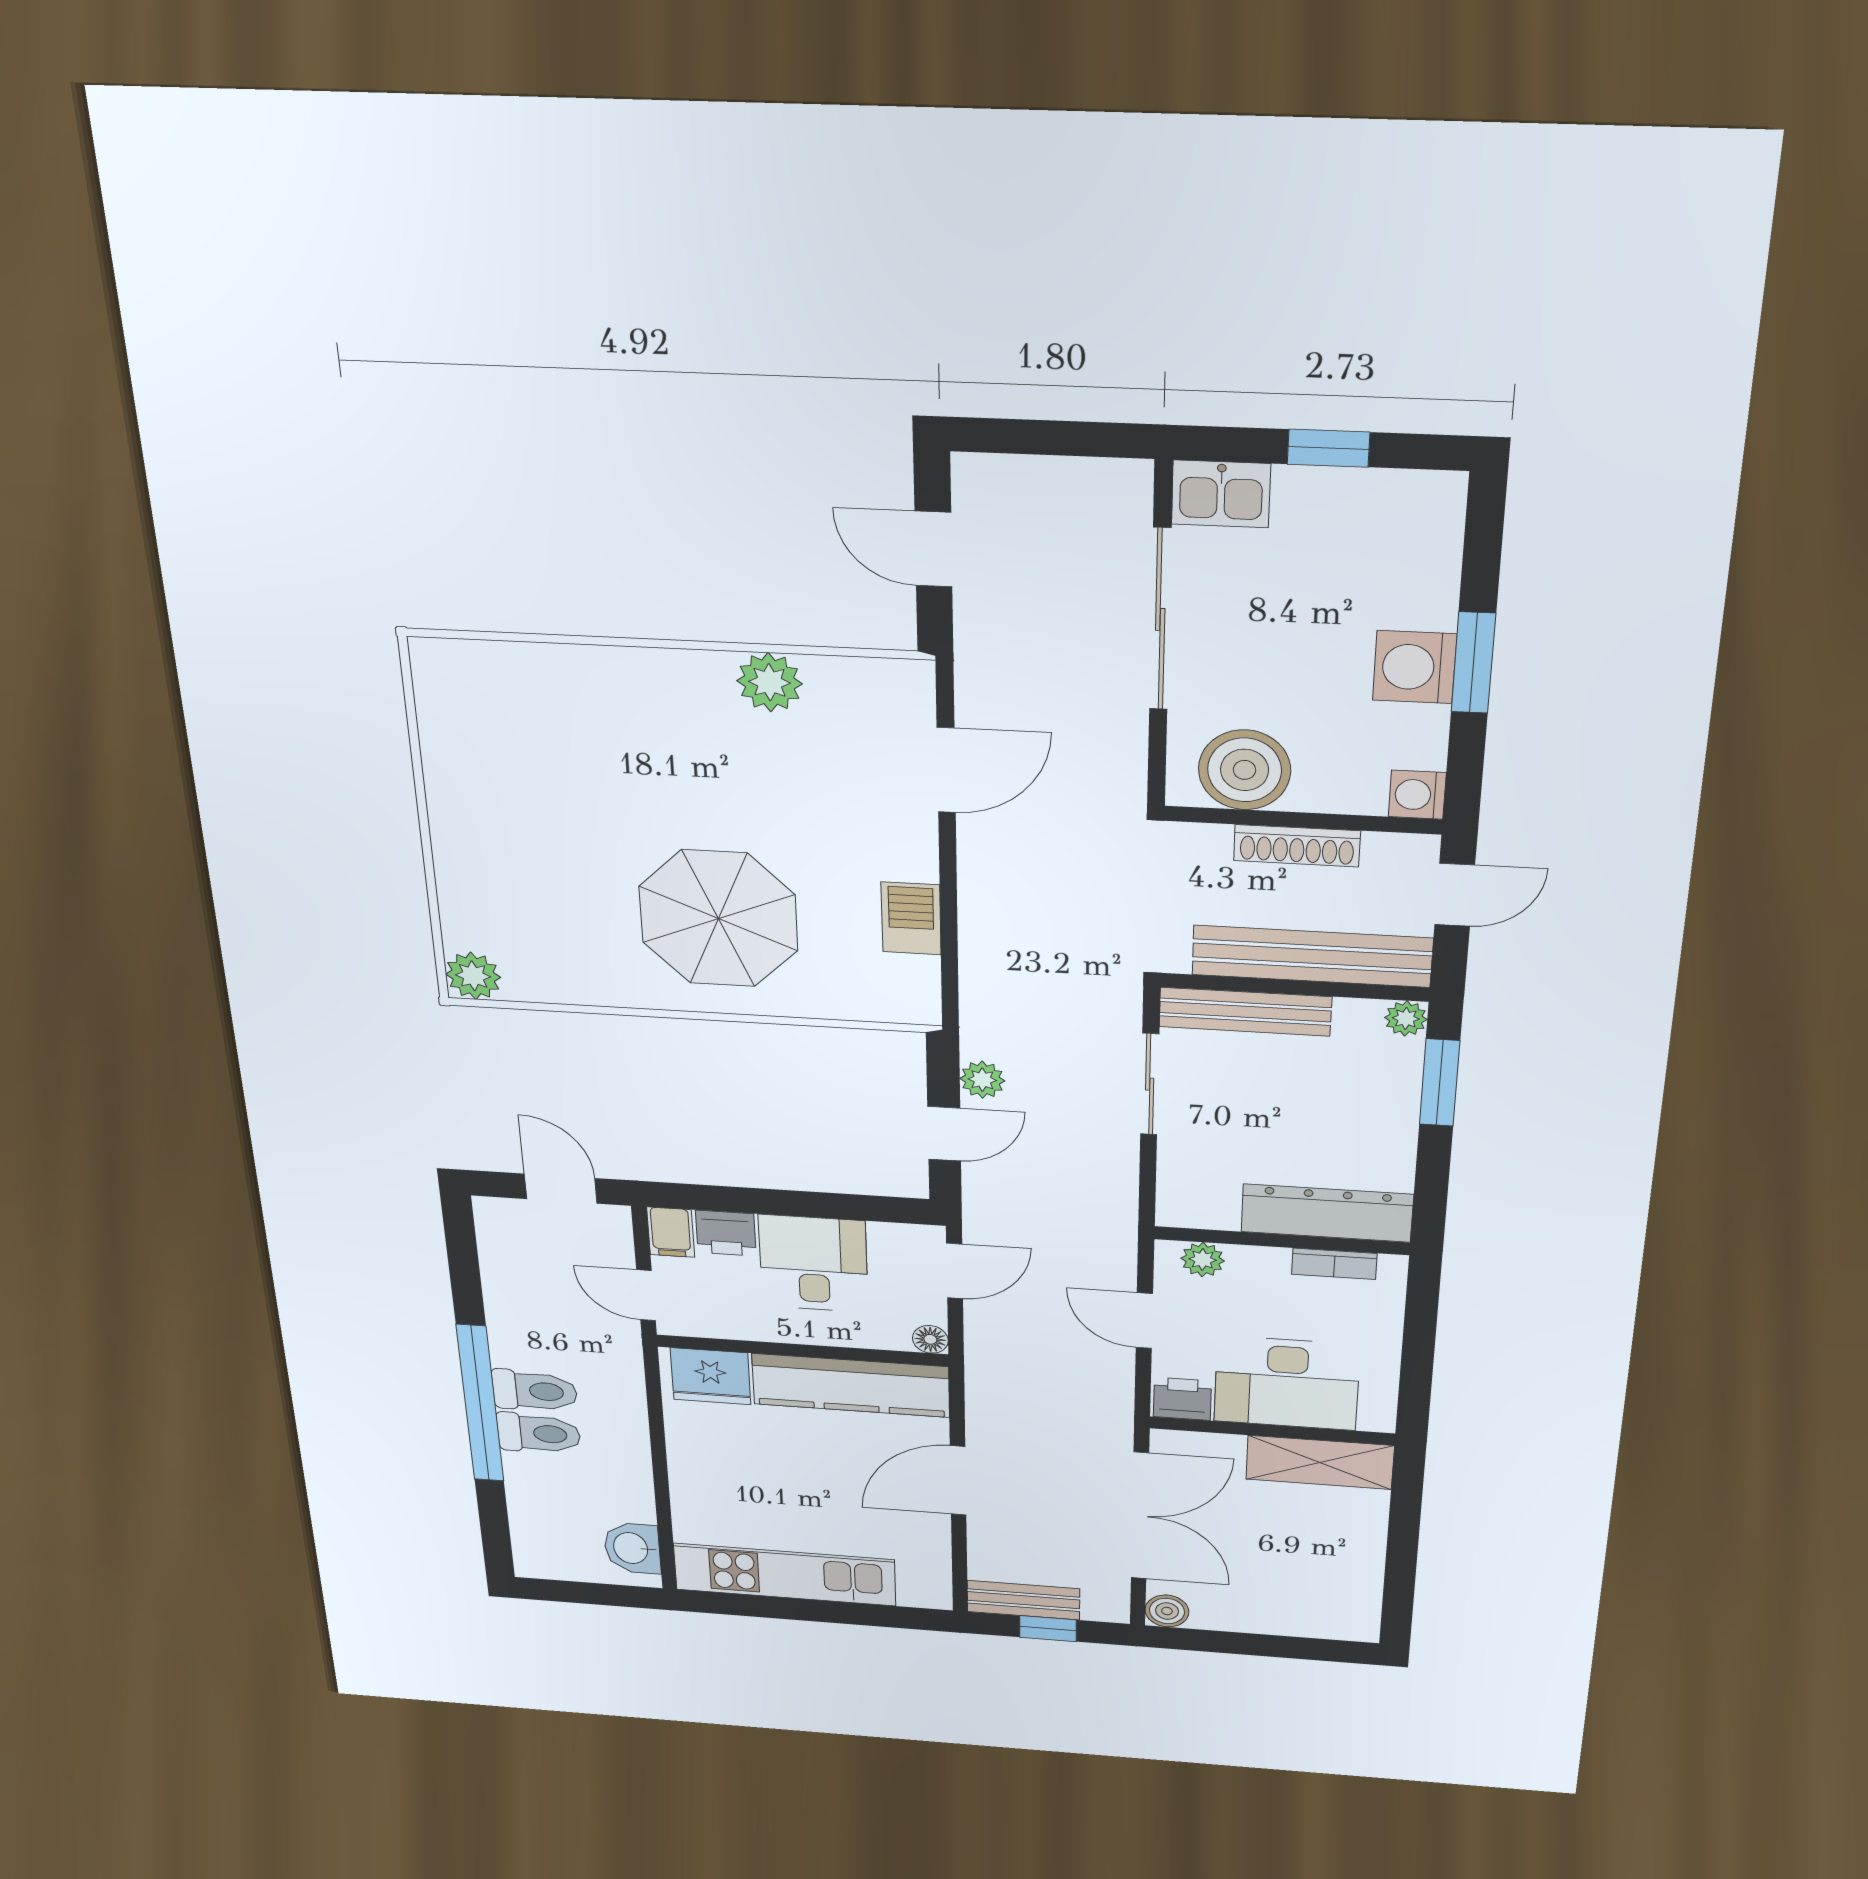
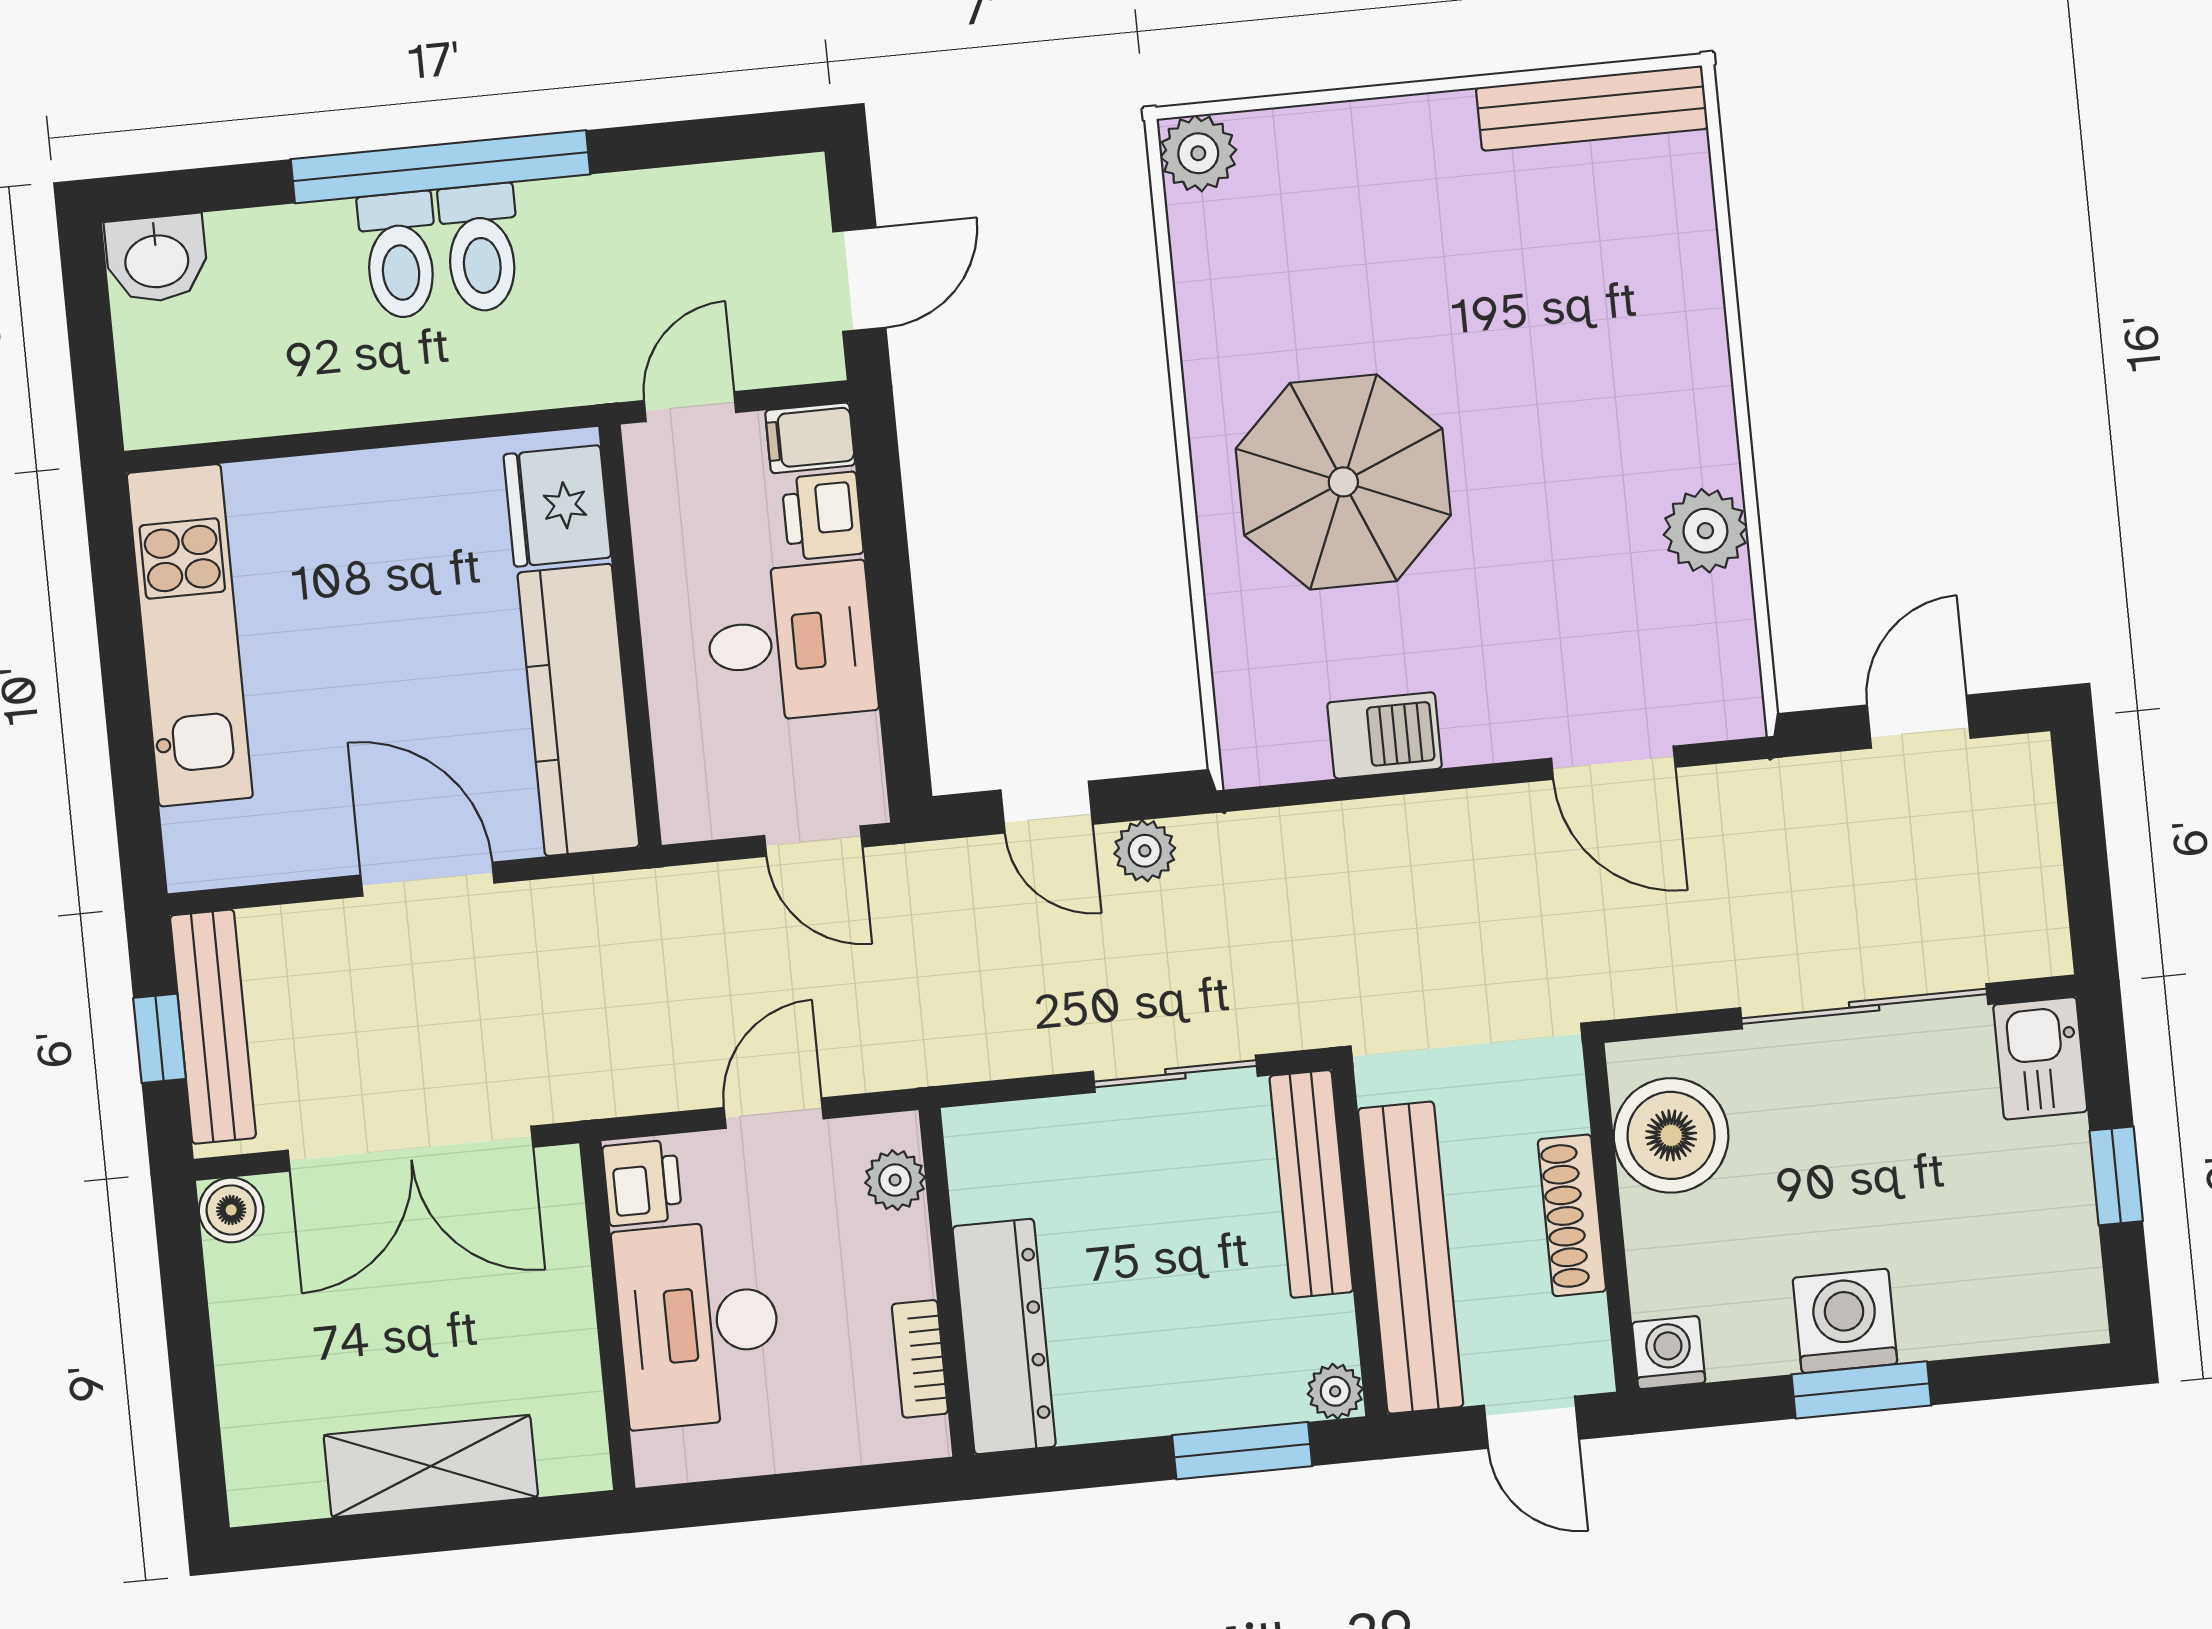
bench: (440, 716) -> (1592, 108), added
floor lamp: (930, 1339) -> (684, 817), removed
shelving: (1320, 1462) -> (431, 1466), moved, turned 90
washbasin: (632, 1548) -> (157, 259), moved, turned 180
bench: (1023, 1600) -> (213, 1027), width x1.36

